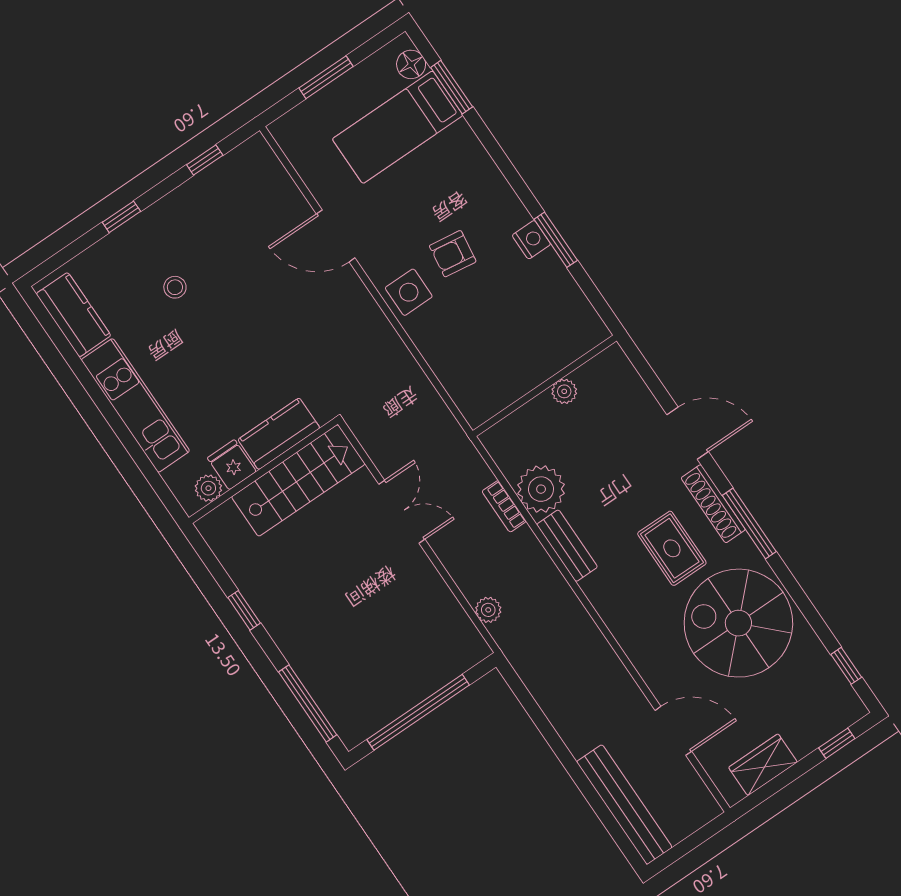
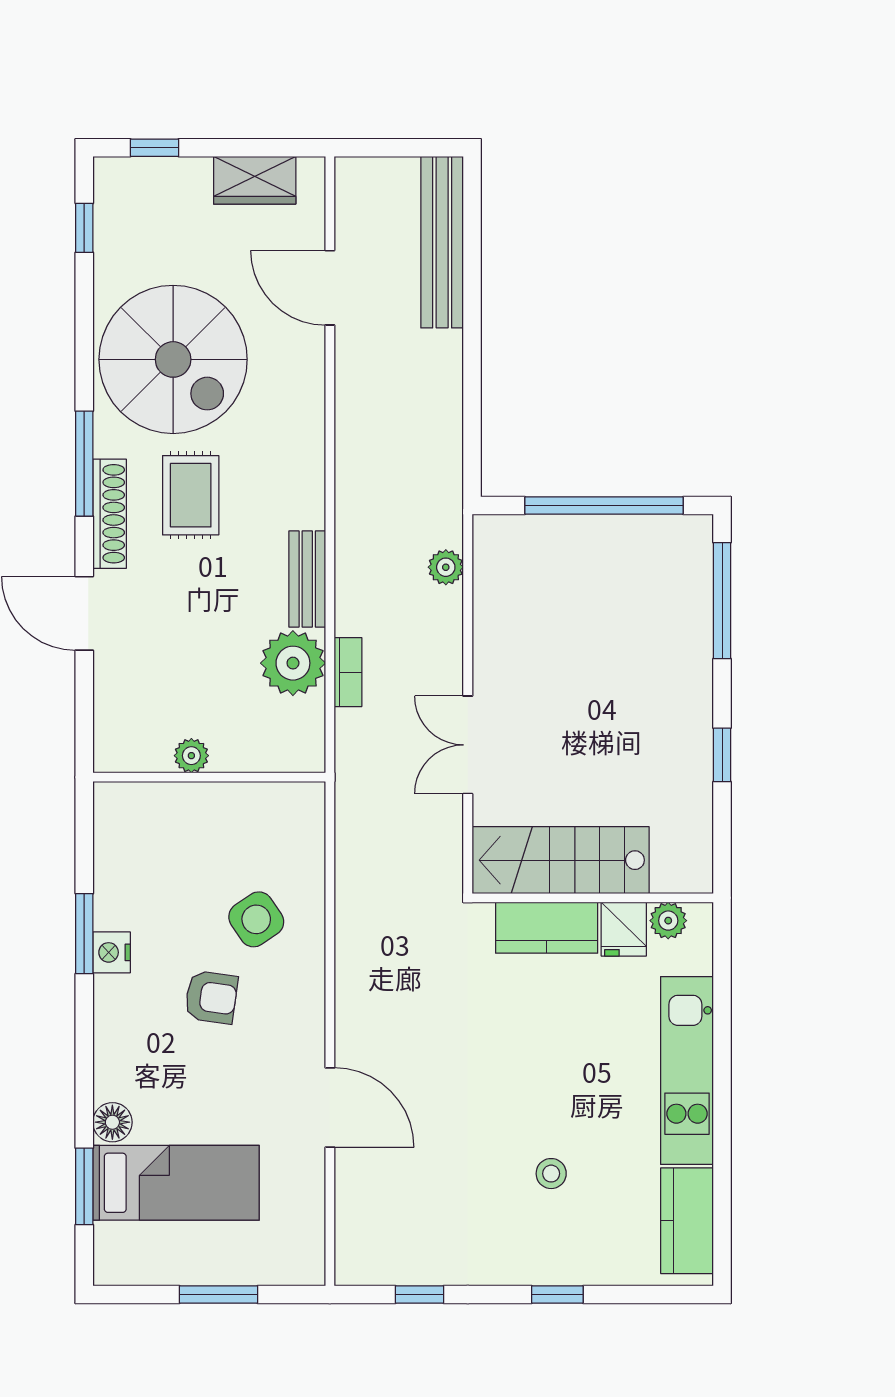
floor lamp: (411, 64) -> (112, 1122), moved
side table: (409, 292) -> (256, 919), moved, turned -34

